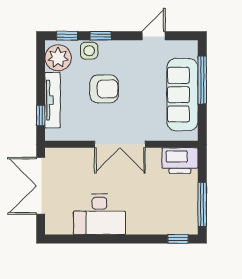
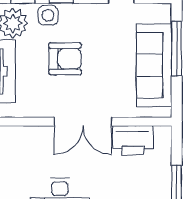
printer: (180, 161) -> (133, 140), moved

